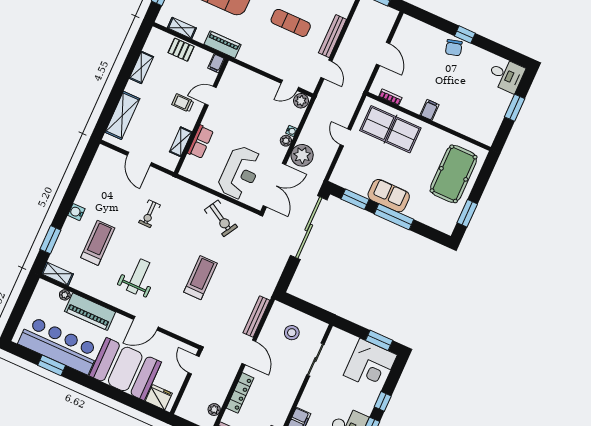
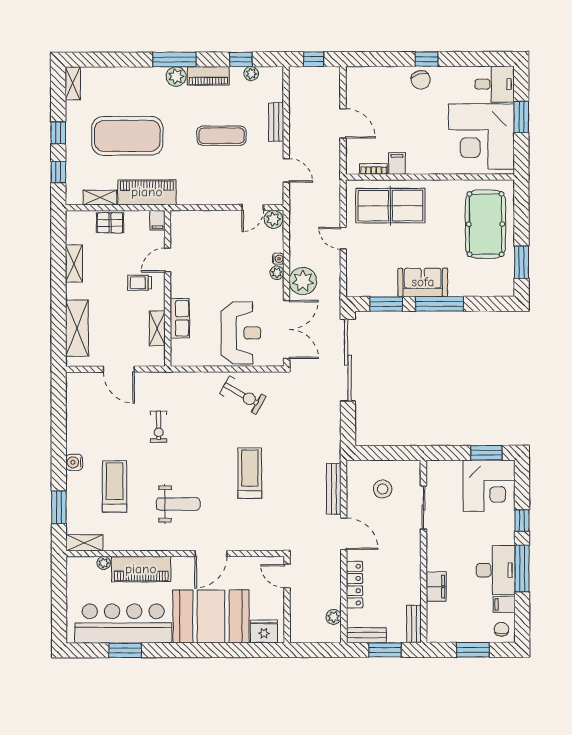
bench: (333, 36) -> (276, 122), width x0.73
piano: (223, 44) -> (147, 192), width x1.37, depth x1.33
corner desk: (479, 109) -> (481, 137), added
filing cabinet: (429, 110) -> (397, 163), moved
weight bench: (138, 276) -> (178, 504), turned 90

